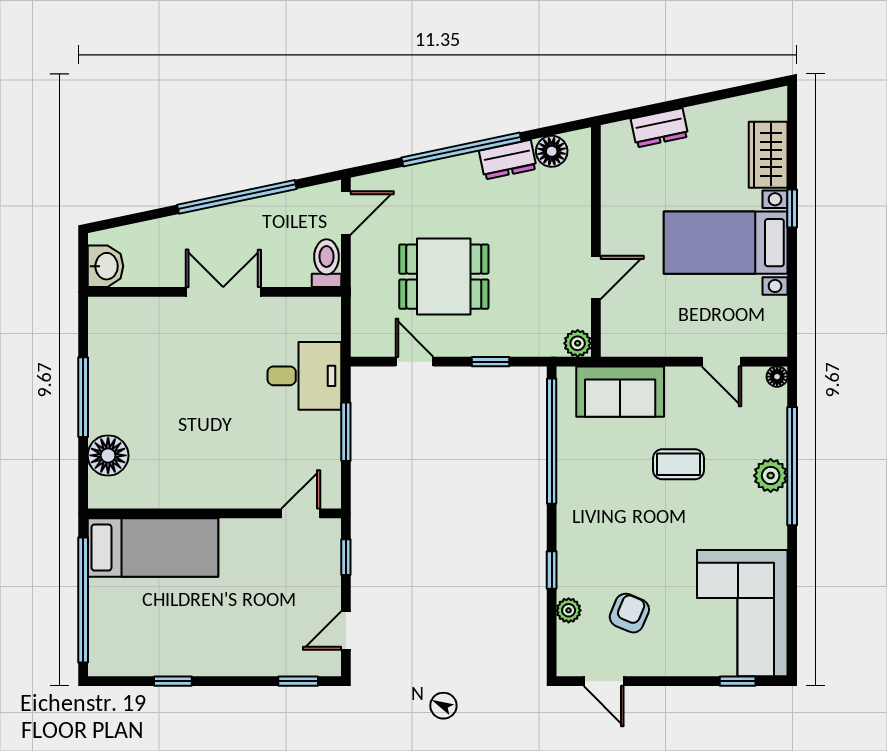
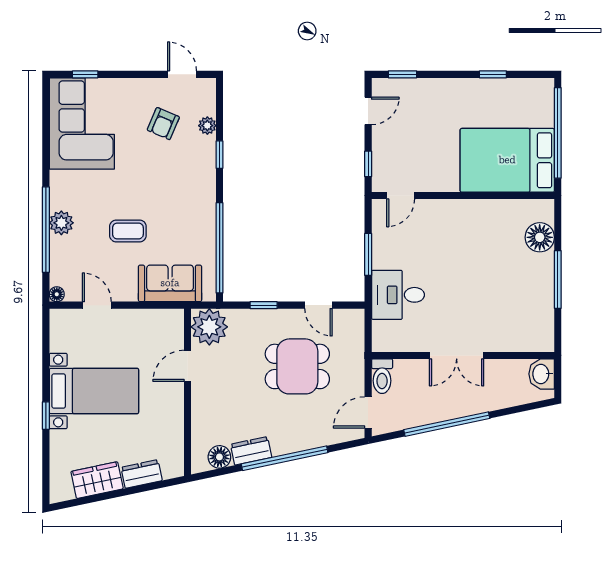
wardrobe: (768, 155) -> (97, 480), moved, turned -102
plant: (578, 343) -> (209, 327), width x1.87, depth x1.87
bed: (153, 548) -> (507, 160), width x1.50

